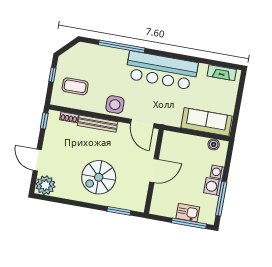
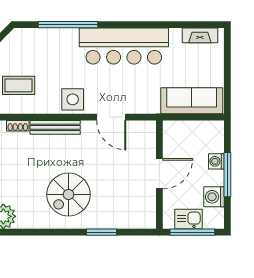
boiler: (214, 144) -> (206, 127), removed
door: (154, 171) -> (159, 174), moved
wall: (154, 171) -> (159, 175), moved
washing machine: (213, 186) -> (214, 197), moved
window: (221, 199) -> (227, 175), moved

